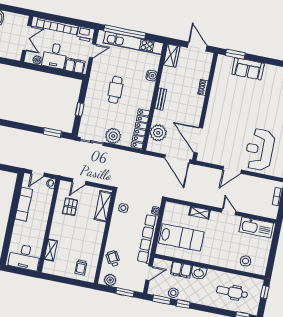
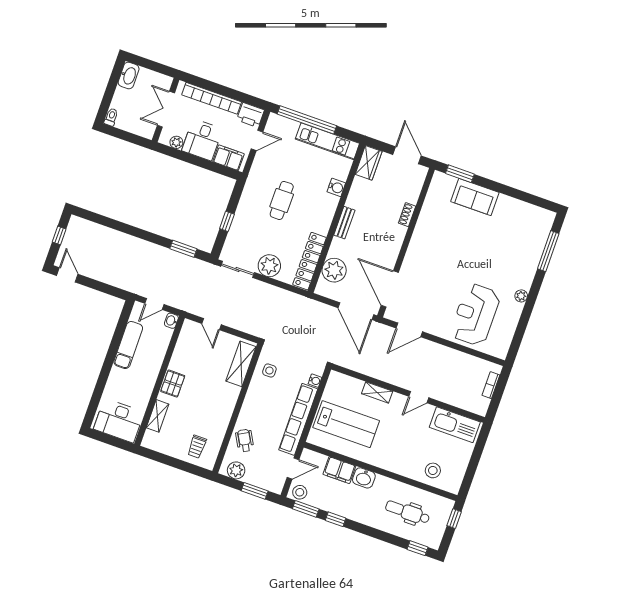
double door: (27, 38) -> (166, 109), swing flipped
kitchen unit: (133, 43) -> (327, 141), width x0.73
door: (232, 170) -> (409, 330), moved
door: (79, 182) -> (212, 324), hinge flipped
pallet: (70, 207) -> (173, 384), moved
door: (229, 212) -> (419, 397), swing flipped
stool: (173, 293) -> (300, 492), moved

